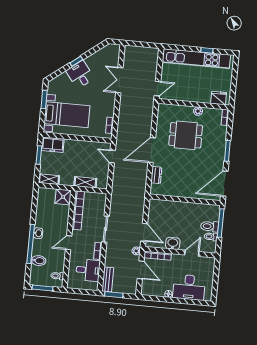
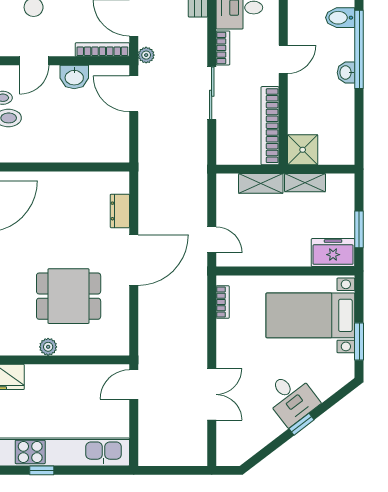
shelving: (49, 179) -> (305, 183), moved

